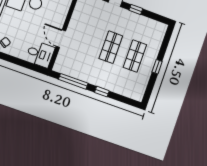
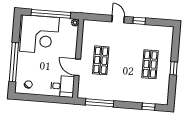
shop shelf: (111, 47) -> (101, 60), moved
window: (102, 92) -> (149, 107), moved

